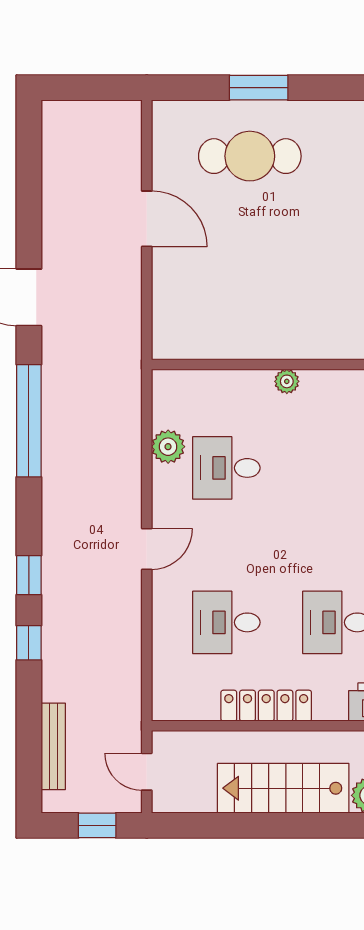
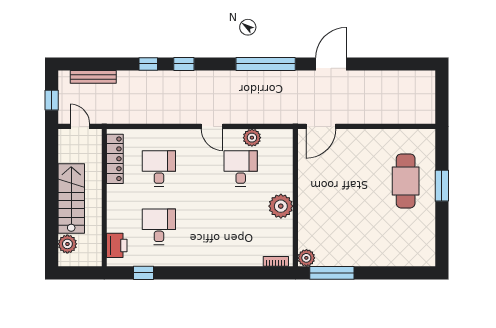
door: (147, 219) -> (321, 126), moved
plant: (287, 381) -> (281, 206), width x1.88, depth x1.88
door: (147, 549) -> (212, 126), moved
locker: (266, 706) -> (115, 159), moved
door: (147, 772) -> (80, 126), hinge flipped

